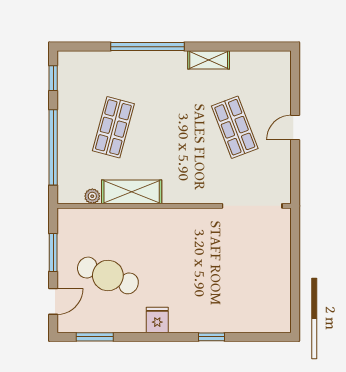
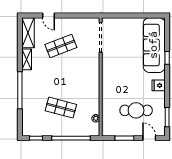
door: (295, 128) -> (49, 15), moved
shelving: (132, 192) -> (28, 33), moved
cafe table: (108, 275) -> (136, 110), turned 69
sofa: (237, 311) -> (154, 45), added

